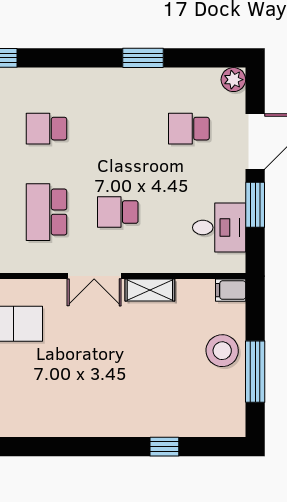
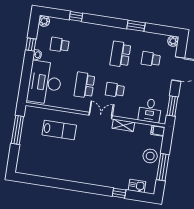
school desk: (46, 129) -> (120, 54), moved, width x1.85
window: (255, 205) -> (172, 106), moved
desk: (219, 228) -> (150, 111), moved, turned 90
double door: (94, 276) -> (101, 116), swing flipped
kitchen sink: (203, 424) -> (137, 186), added

